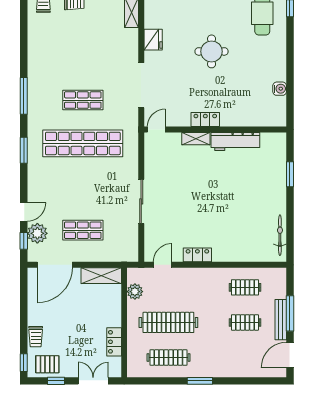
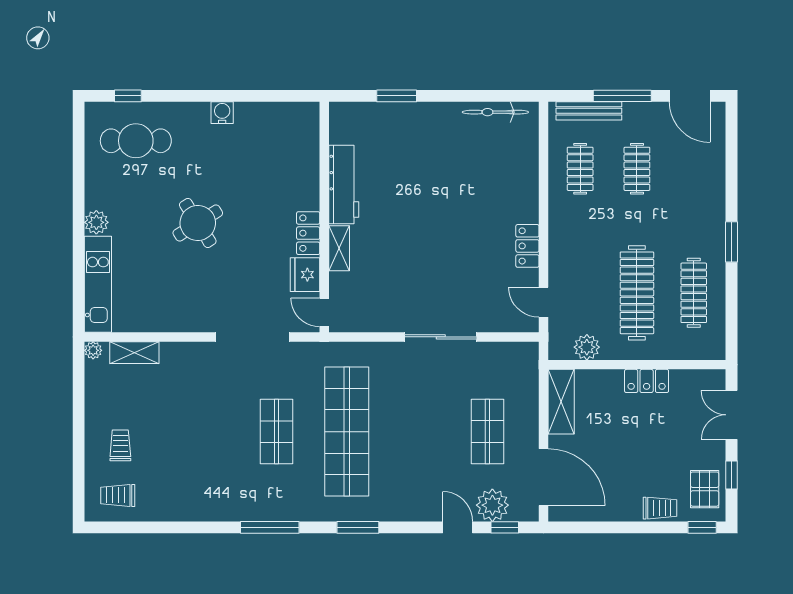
fridge: (153, 40) -> (305, 275), moved, turned -90
round table: (212, 51) -> (198, 223), turned -32
water cooler: (280, 89) -> (222, 113), moved
bench: (281, 320) -> (589, 111), moved
locker: (114, 342) -> (647, 381), moved

